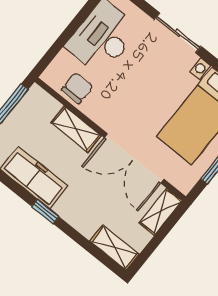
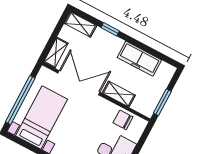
chair: (77, 88) -> (123, 120), turned 90
window: (45, 212) -> (110, 29), moved

